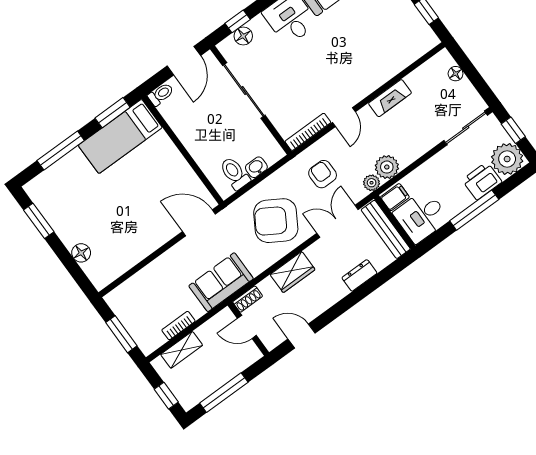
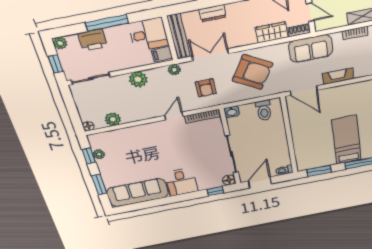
plant: (415, 19) -> (99, 154), added
floor lamp: (243, 36) -> (229, 180), moved
floor lamp: (456, 74) -> (88, 126), moved
plant: (418, 80) -> (113, 119), added
fireplace: (390, 98) -> (338, 76), moved
bed: (120, 136) -> (347, 140), moved, turned -90
plant: (507, 159) -> (60, 43), width x0.53, depth x0.53
washbasin: (256, 167) -> (232, 112), moved
plant: (387, 167) -> (138, 79), moved
double door: (338, 221) -> (210, 55), swing flipped
wardrobe: (293, 272) -> (272, 32), moved

